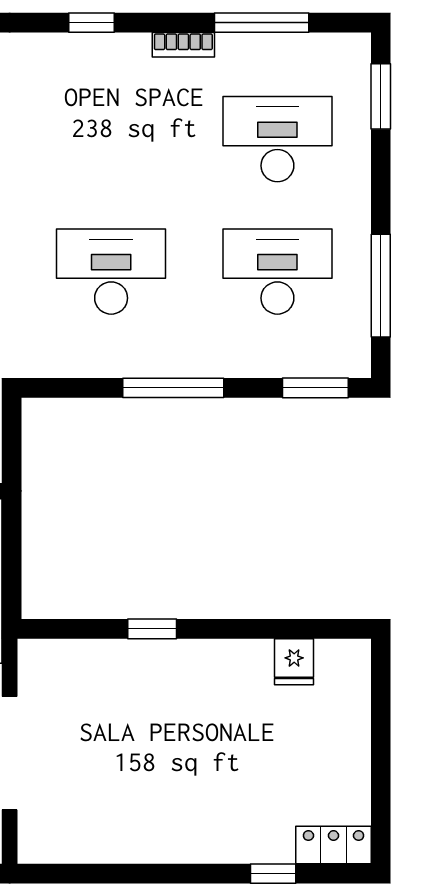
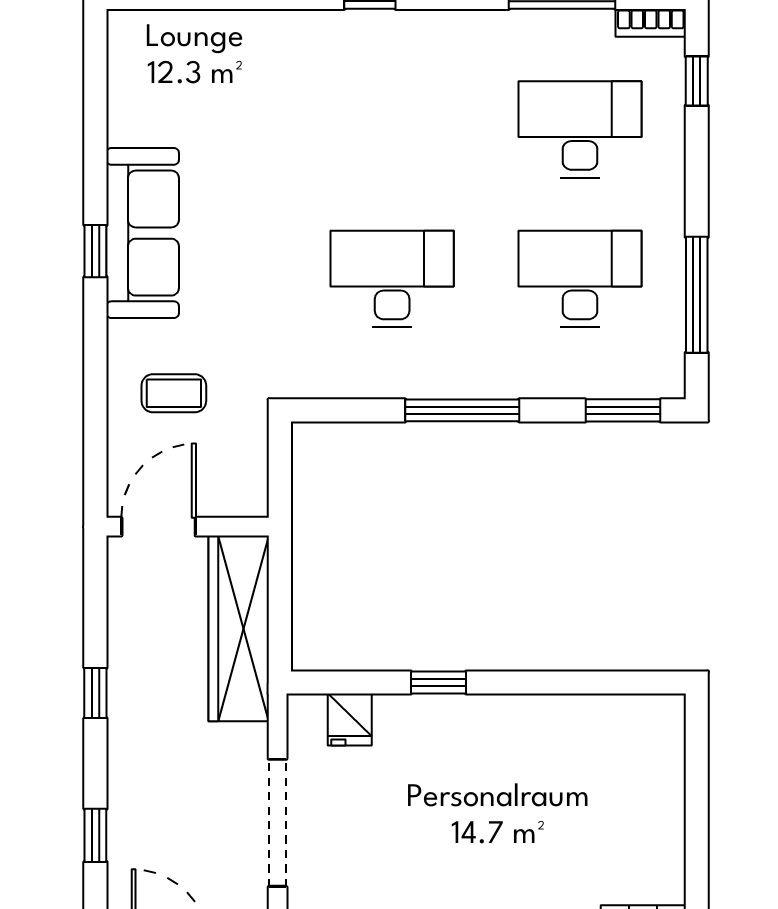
bookcase: (183, 45) -> (651, 23), moved
window: (381, 96) -> (697, 81), width x0.67
fridge: (294, 662) -> (350, 720), moved

